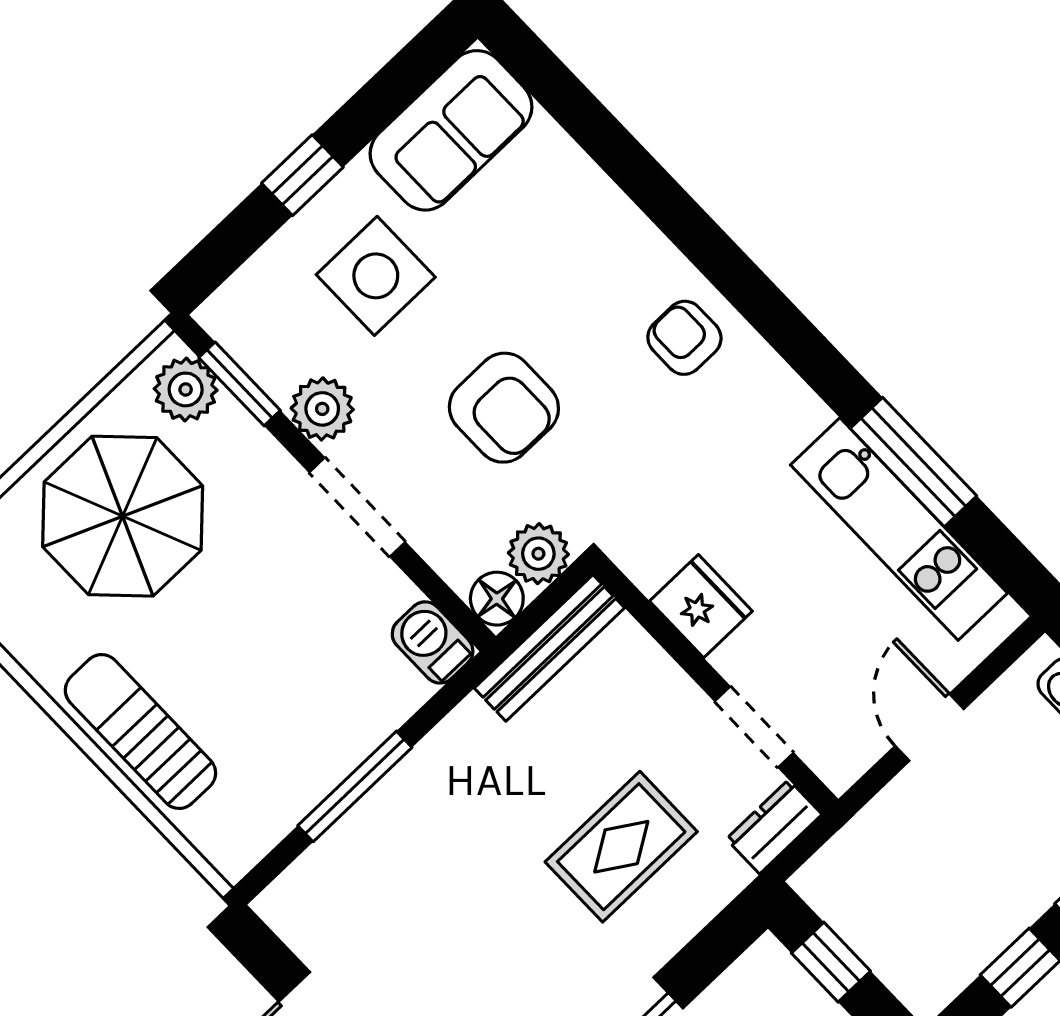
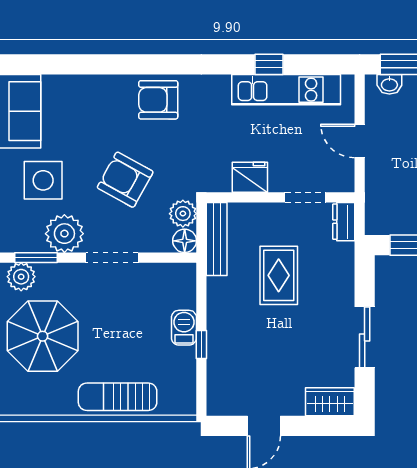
armchair: (684, 338) -> (158, 100), width x1.38, depth x1.38
armchair: (504, 408) -> (125, 180), turned -151
plant: (322, 409) -> (64, 234), width x1.36, depth x1.36
window: (913, 462) -> (269, 64), width x0.46
barbecue: (433, 642) -> (184, 328), moved, turned 90
window: (355, 786) -> (201, 345), width x0.46
rug: (621, 847) -> (279, 275), moved

